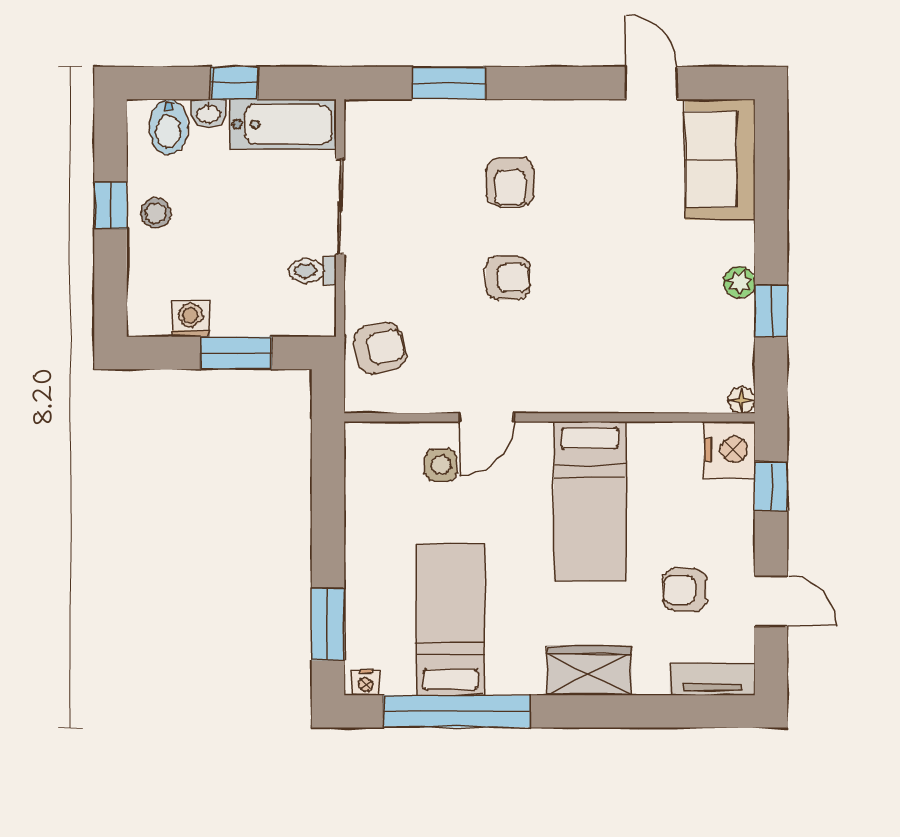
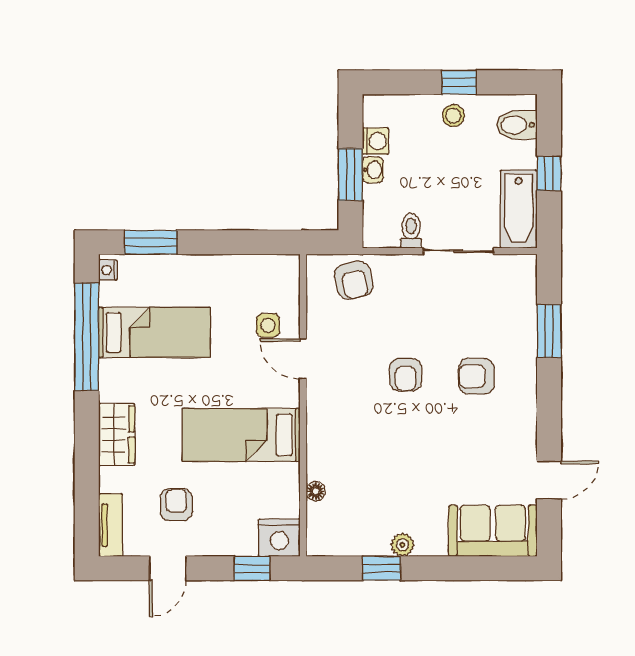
washbasin: (209, 114) -> (373, 170), moved, turned 180
floor lamp: (742, 400) -> (316, 491), moved

